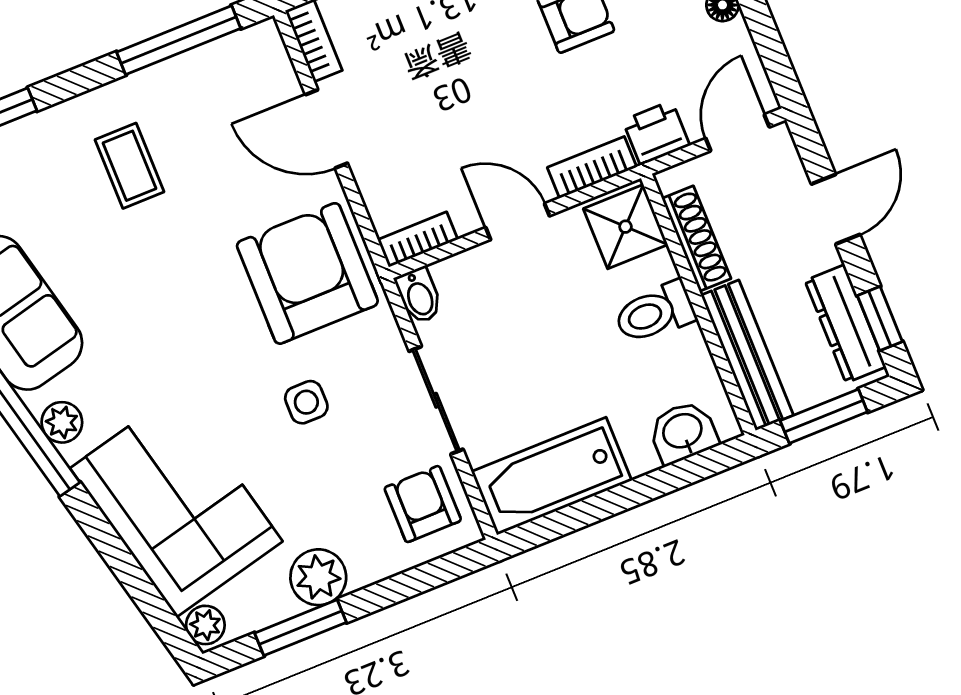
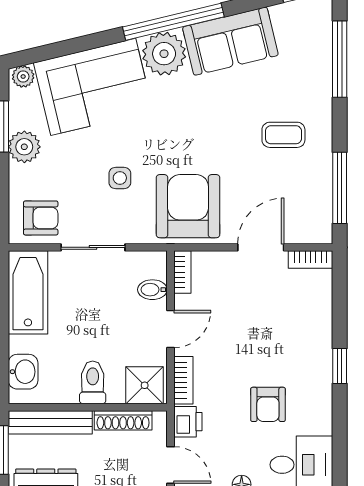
armchair: (307, 273) -> (188, 206), turned -90
bidet: (419, 295) -> (152, 290), moved
plant: (62, 422) -> (164, 54), width x1.88, depth x1.88

